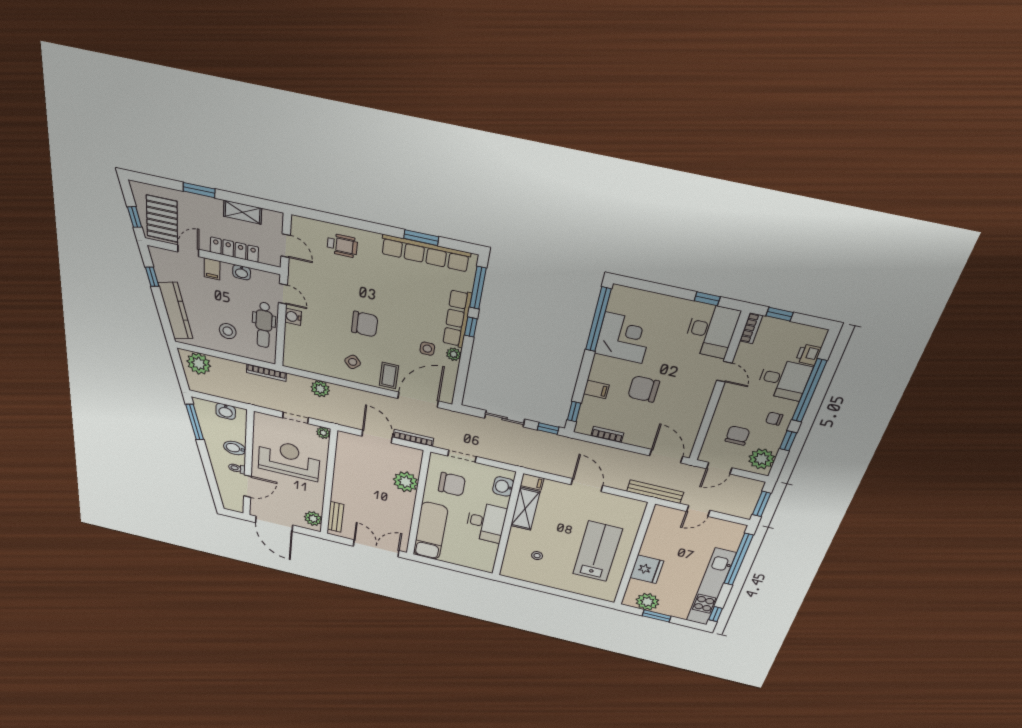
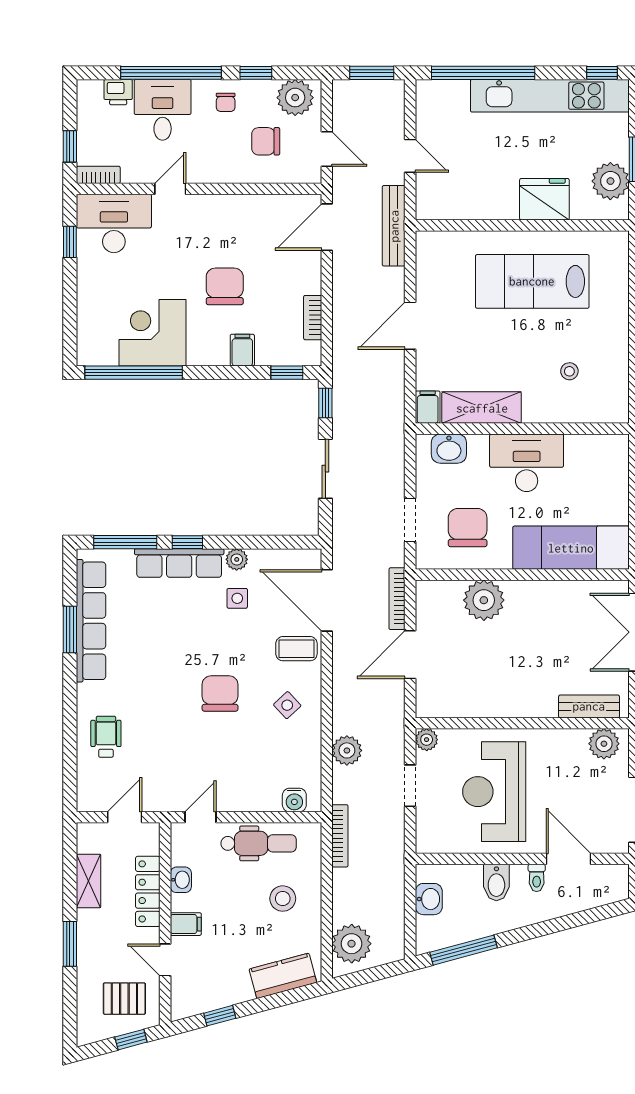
pallet: (162, 219) -> (124, 999), width x0.67, depth x0.71
kitchen counter: (176, 311) -> (283, 976), width x0.67
water cooler: (293, 317) -> (294, 800), moved
chair: (644, 389) -> (225, 286), turned 180

